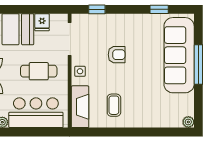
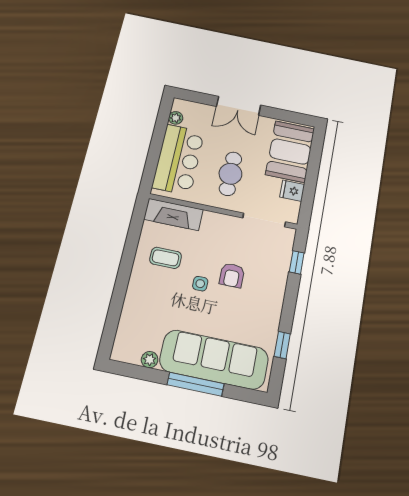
side table: (80, 71) -> (200, 284), moved
plant: (188, 122) -> (150, 360), moved

